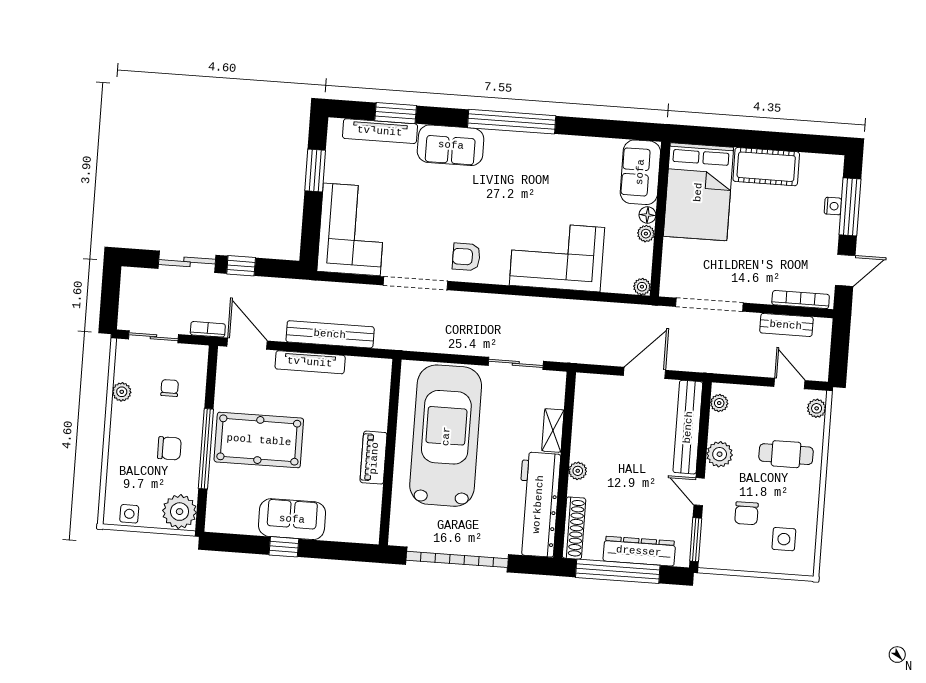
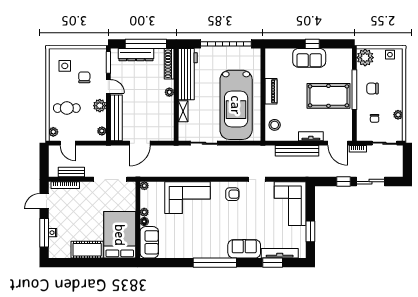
doorway: (415, 283) -> (257, 179), width x0.53
tv unit: (310, 362) -> (311, 136), width x0.71
stool: (371, 390) -> (275, 125), added

